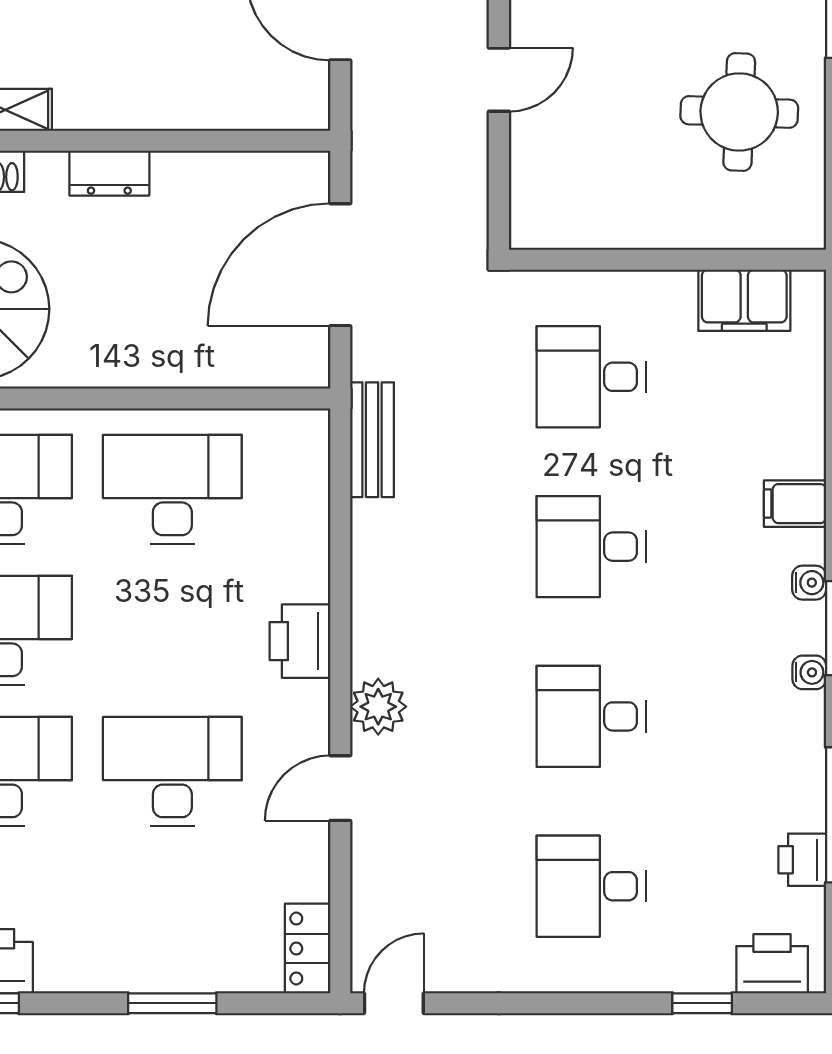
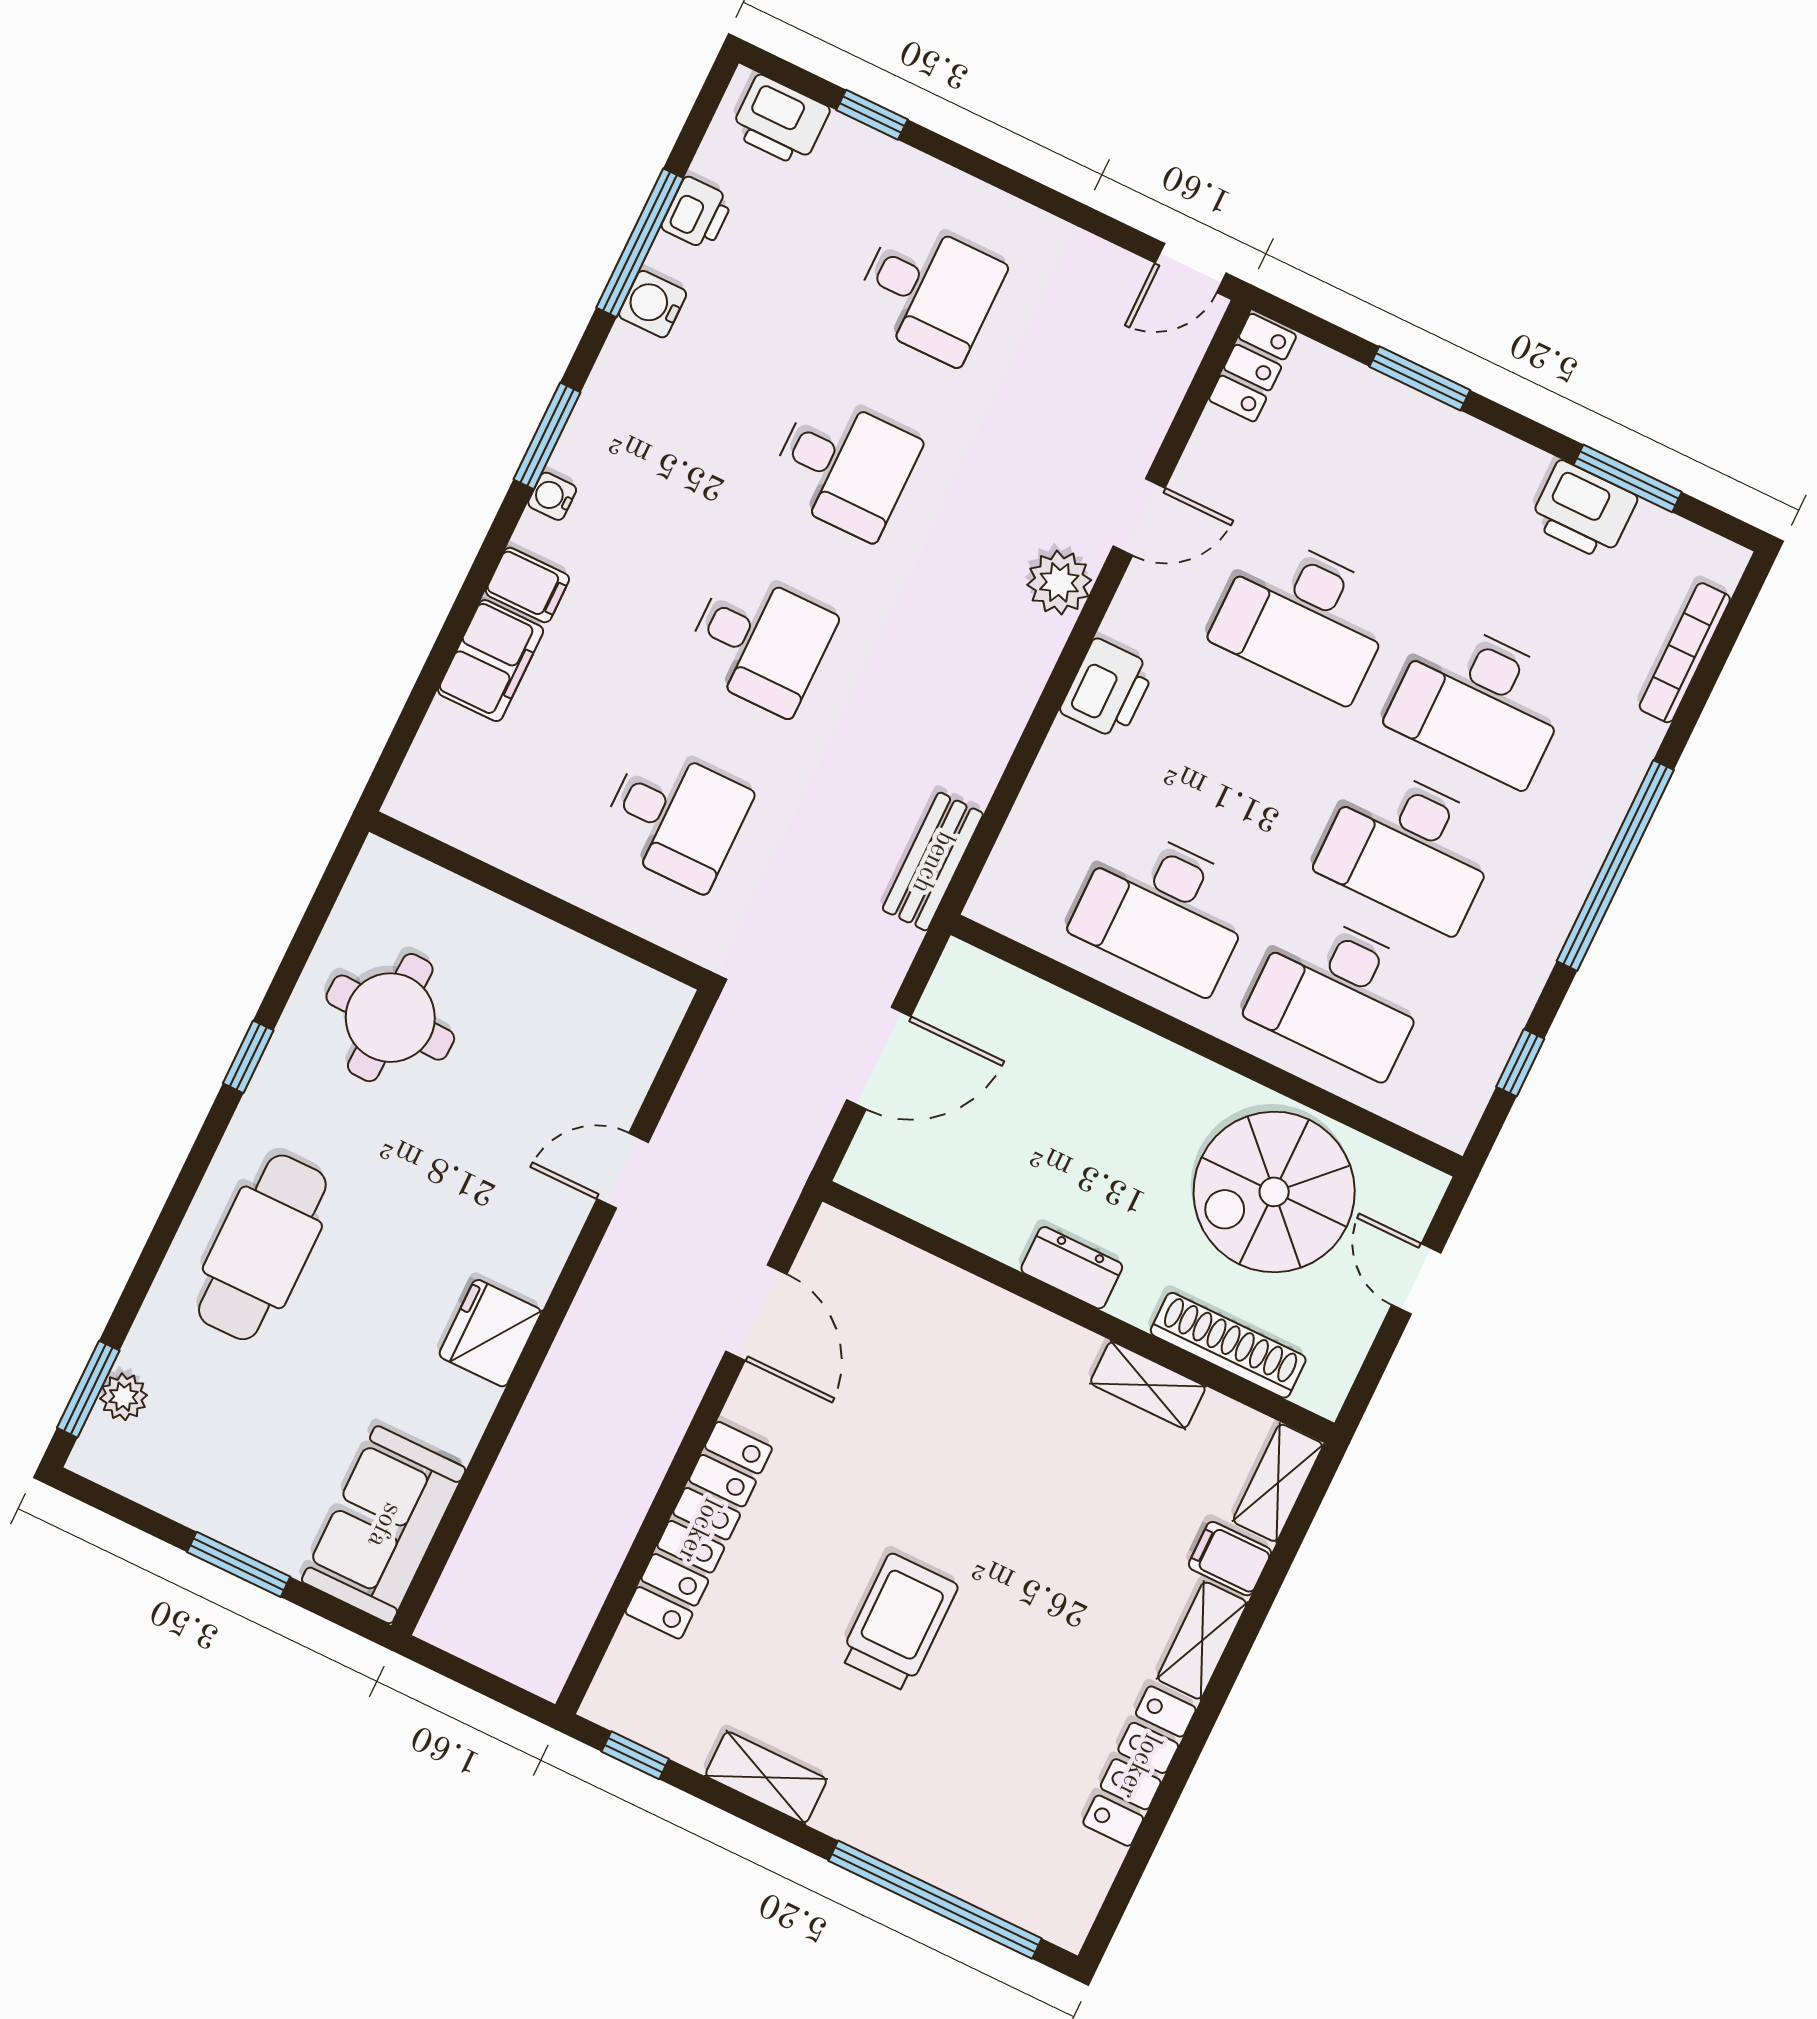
door: (340, 265) -> (879, 1058), width x0.73
filing cabinet: (744, 300) -> (491, 661), moved, turned 90
water cooler: (809, 672) -> (653, 304), moved, width x1.38, depth x1.38

